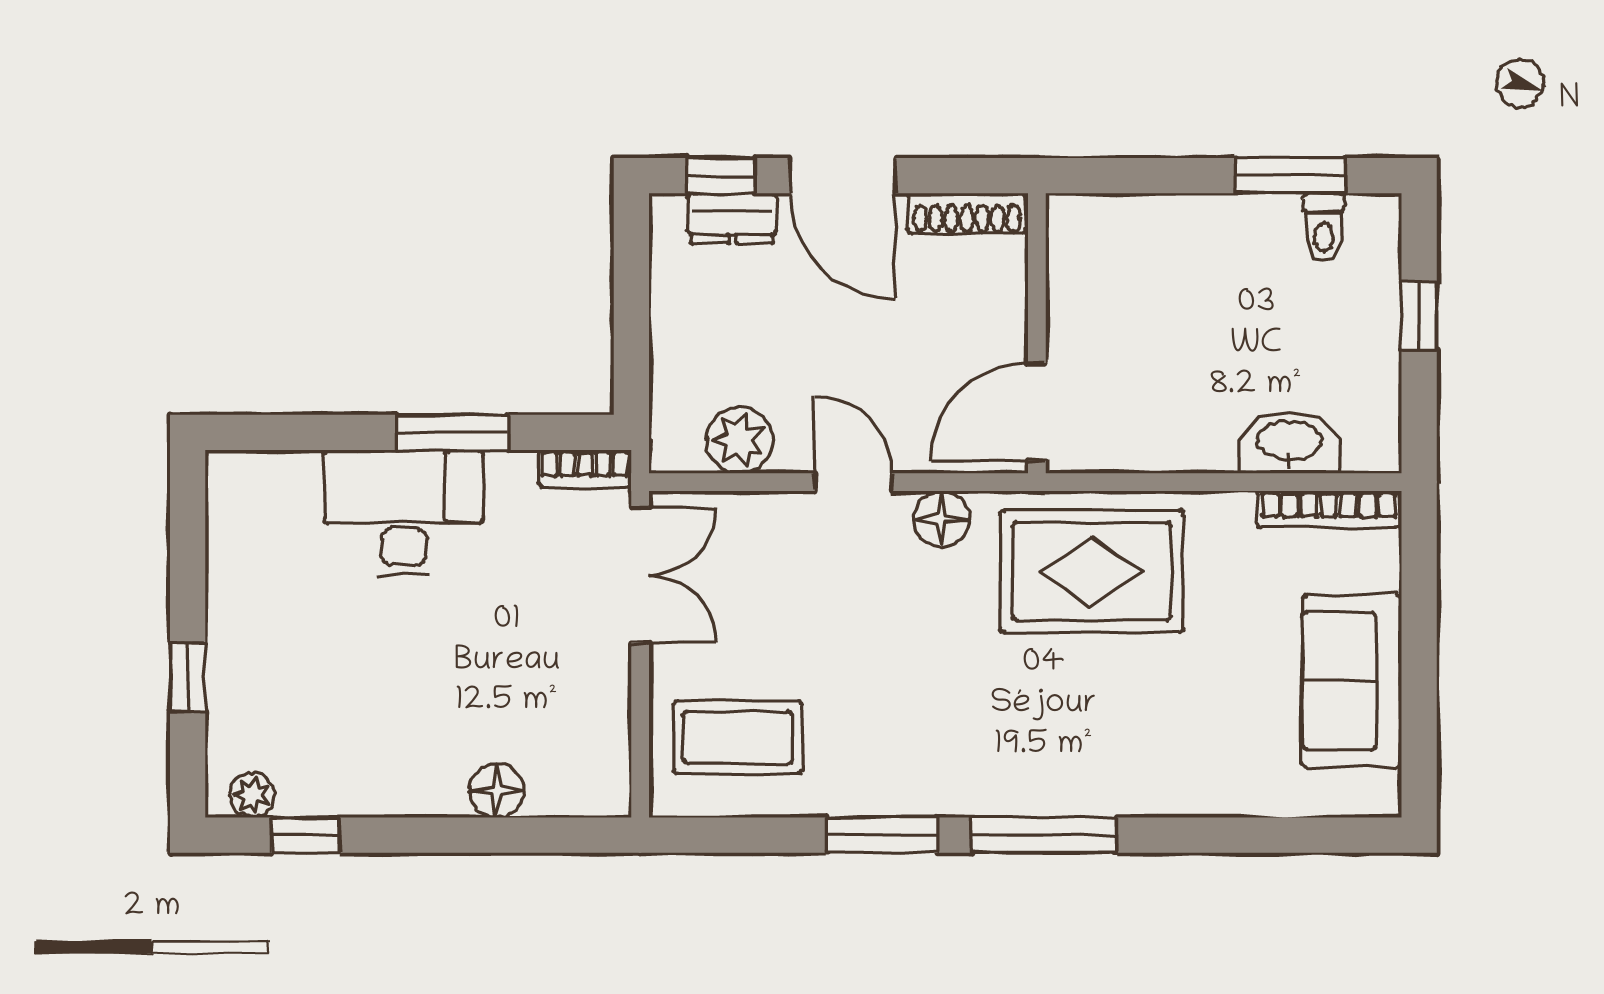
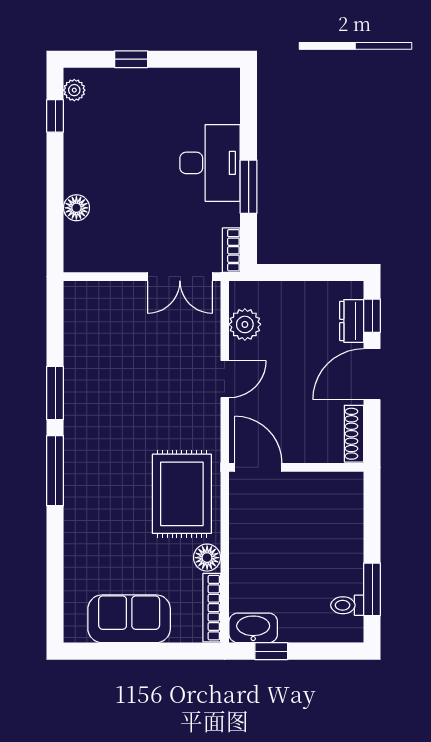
window: (1419, 316) -> (271, 651), moved
washbasin: (1289, 442) -> (253, 628), moved, turned -90
floor lamp: (941, 519) -> (207, 558), moved
coffee table: (738, 737) -> (102, 324), removed

